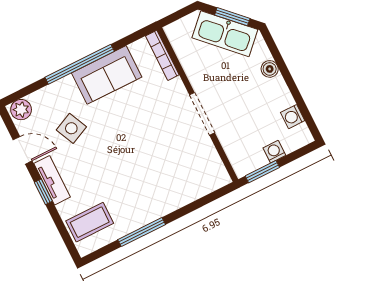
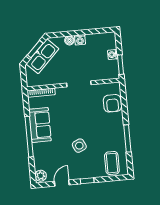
washing machine: (293, 117) -> (80, 40), moved
side table: (71, 128) -> (79, 146), moved
tv unit: (52, 180) -> (83, 174), removed
armchair: (191, 183) -> (112, 103), added

